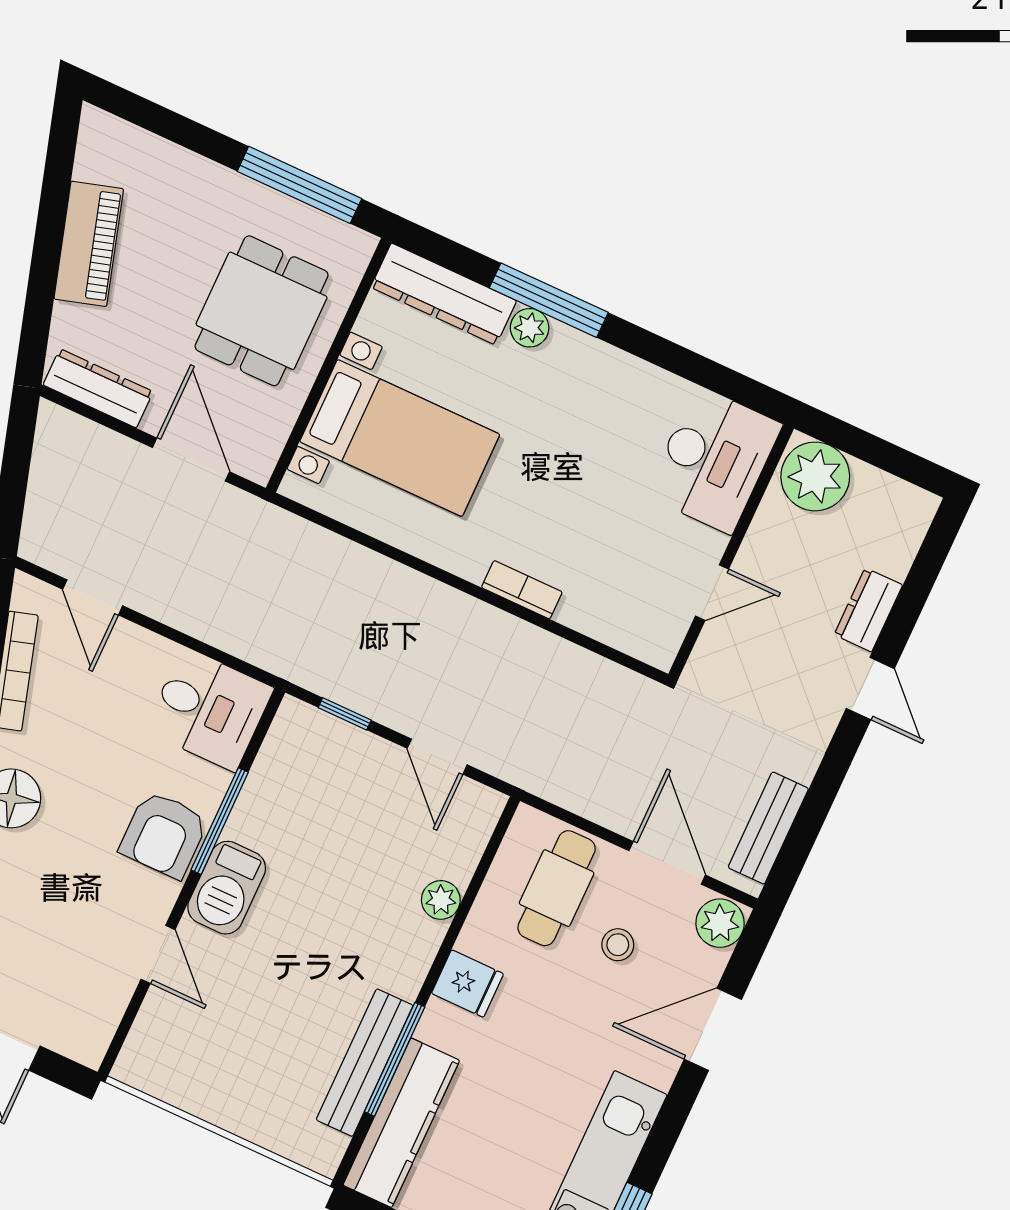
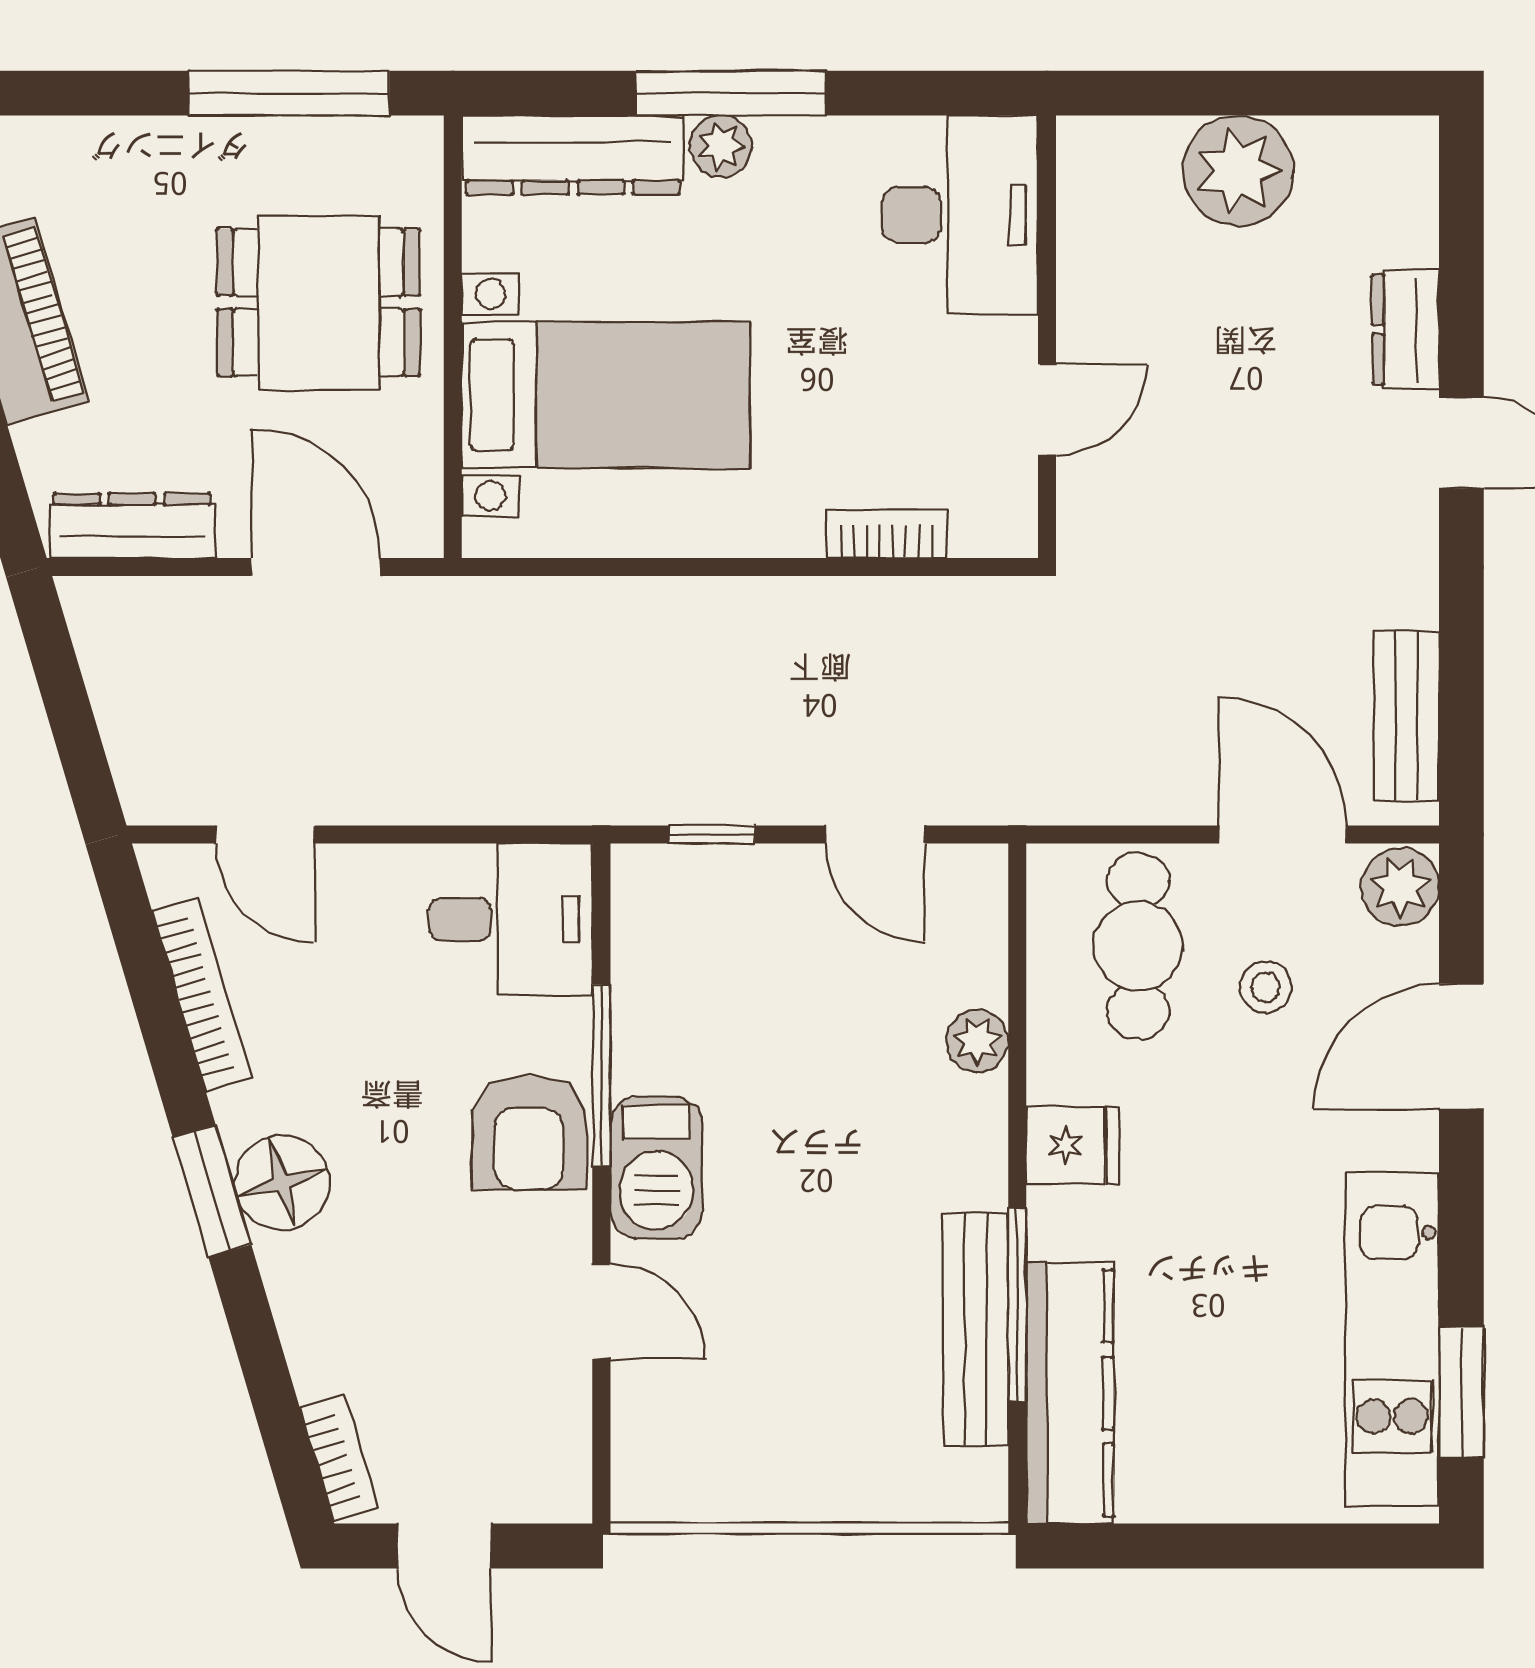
dining table: (262, 311) -> (318, 302), turned 90
desk: (714, 460) -> (960, 215), moved
wall: (731, 551) -> (1047, 337), moved
door: (712, 593) -> (1047, 410), moved

